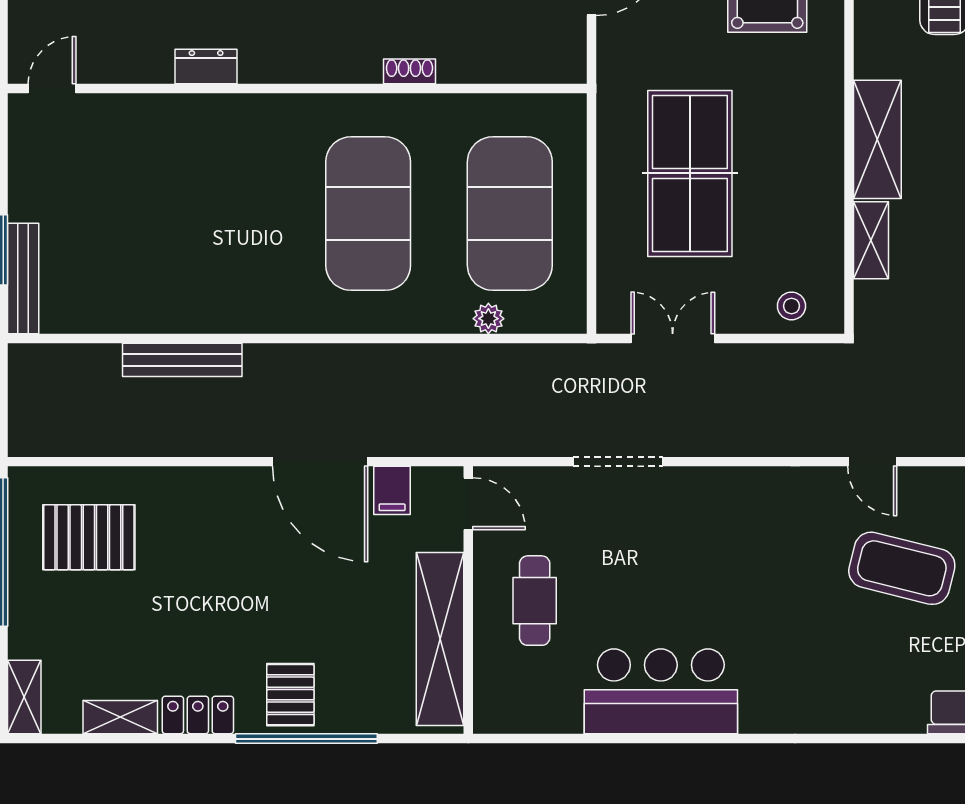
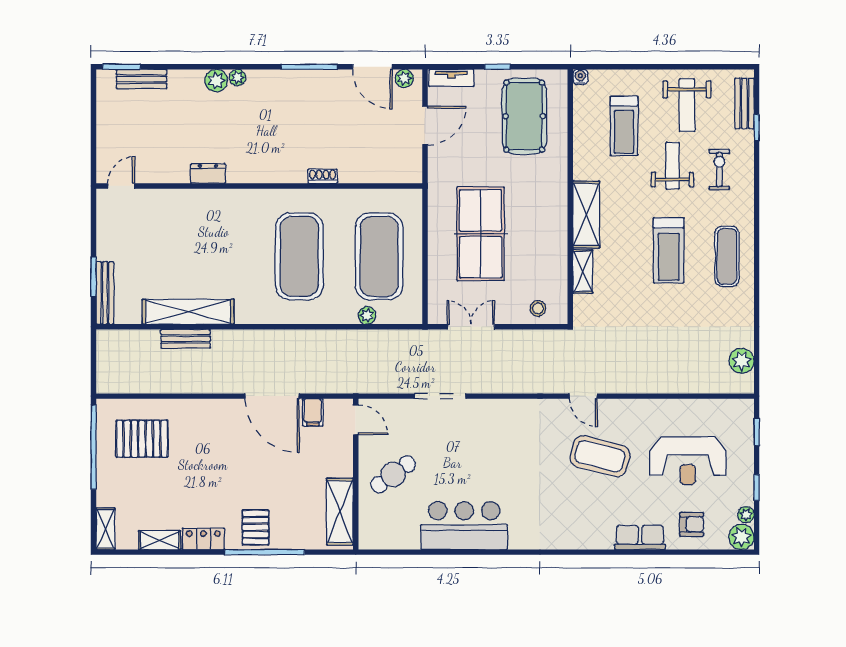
shelving: (171, 312) -> (188, 312), added
bench: (182, 360) -> (186, 339), width x0.73
cafe table: (535, 601) -> (393, 474), turned 54
shelving: (440, 639) -> (340, 512), width x0.68

